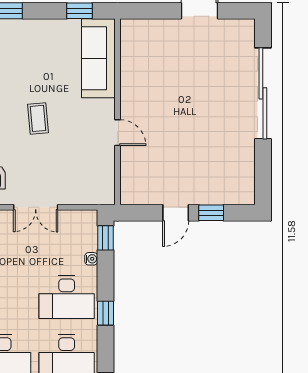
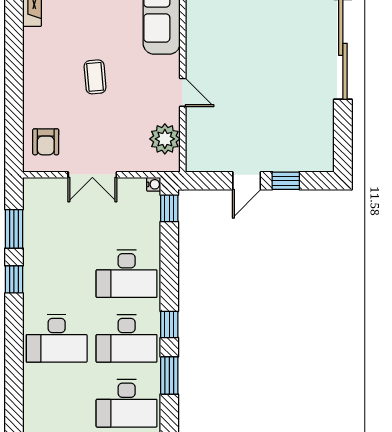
plant: (101, 175) -> (165, 139), added
water cooler: (91, 259) -> (154, 184), moved
window: (105, 313) -> (169, 324), moved

